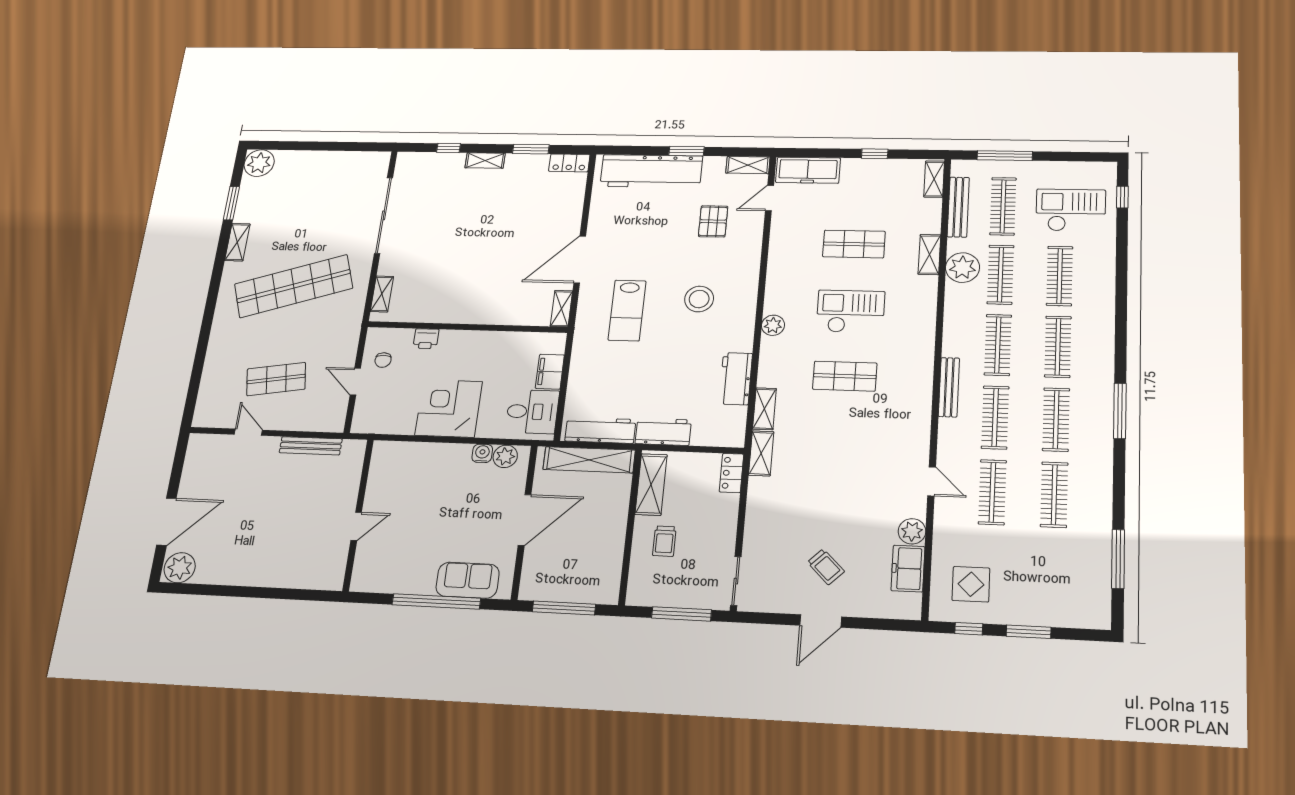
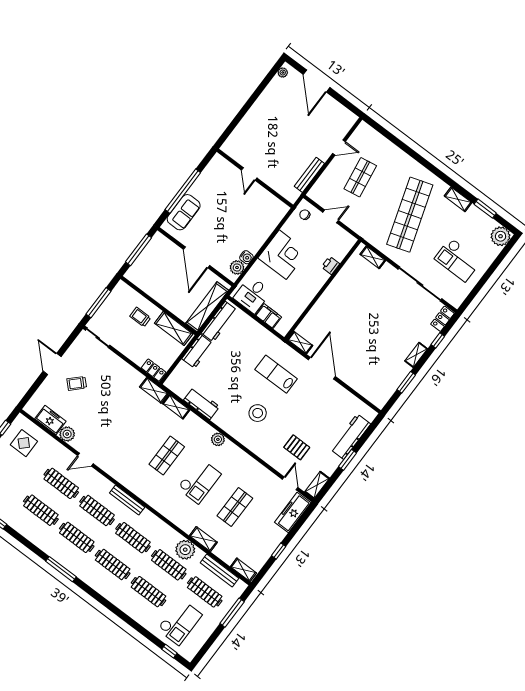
locker: (569, 163) -> (442, 319), moved
workbench: (651, 171) -> (350, 437), width x0.73, depth x0.76
checkout: (322, 192) -> (458, 260), added
chair: (383, 360) -> (305, 215), moved
plant: (180, 568) -> (283, 73), width x0.53, depth x0.53

